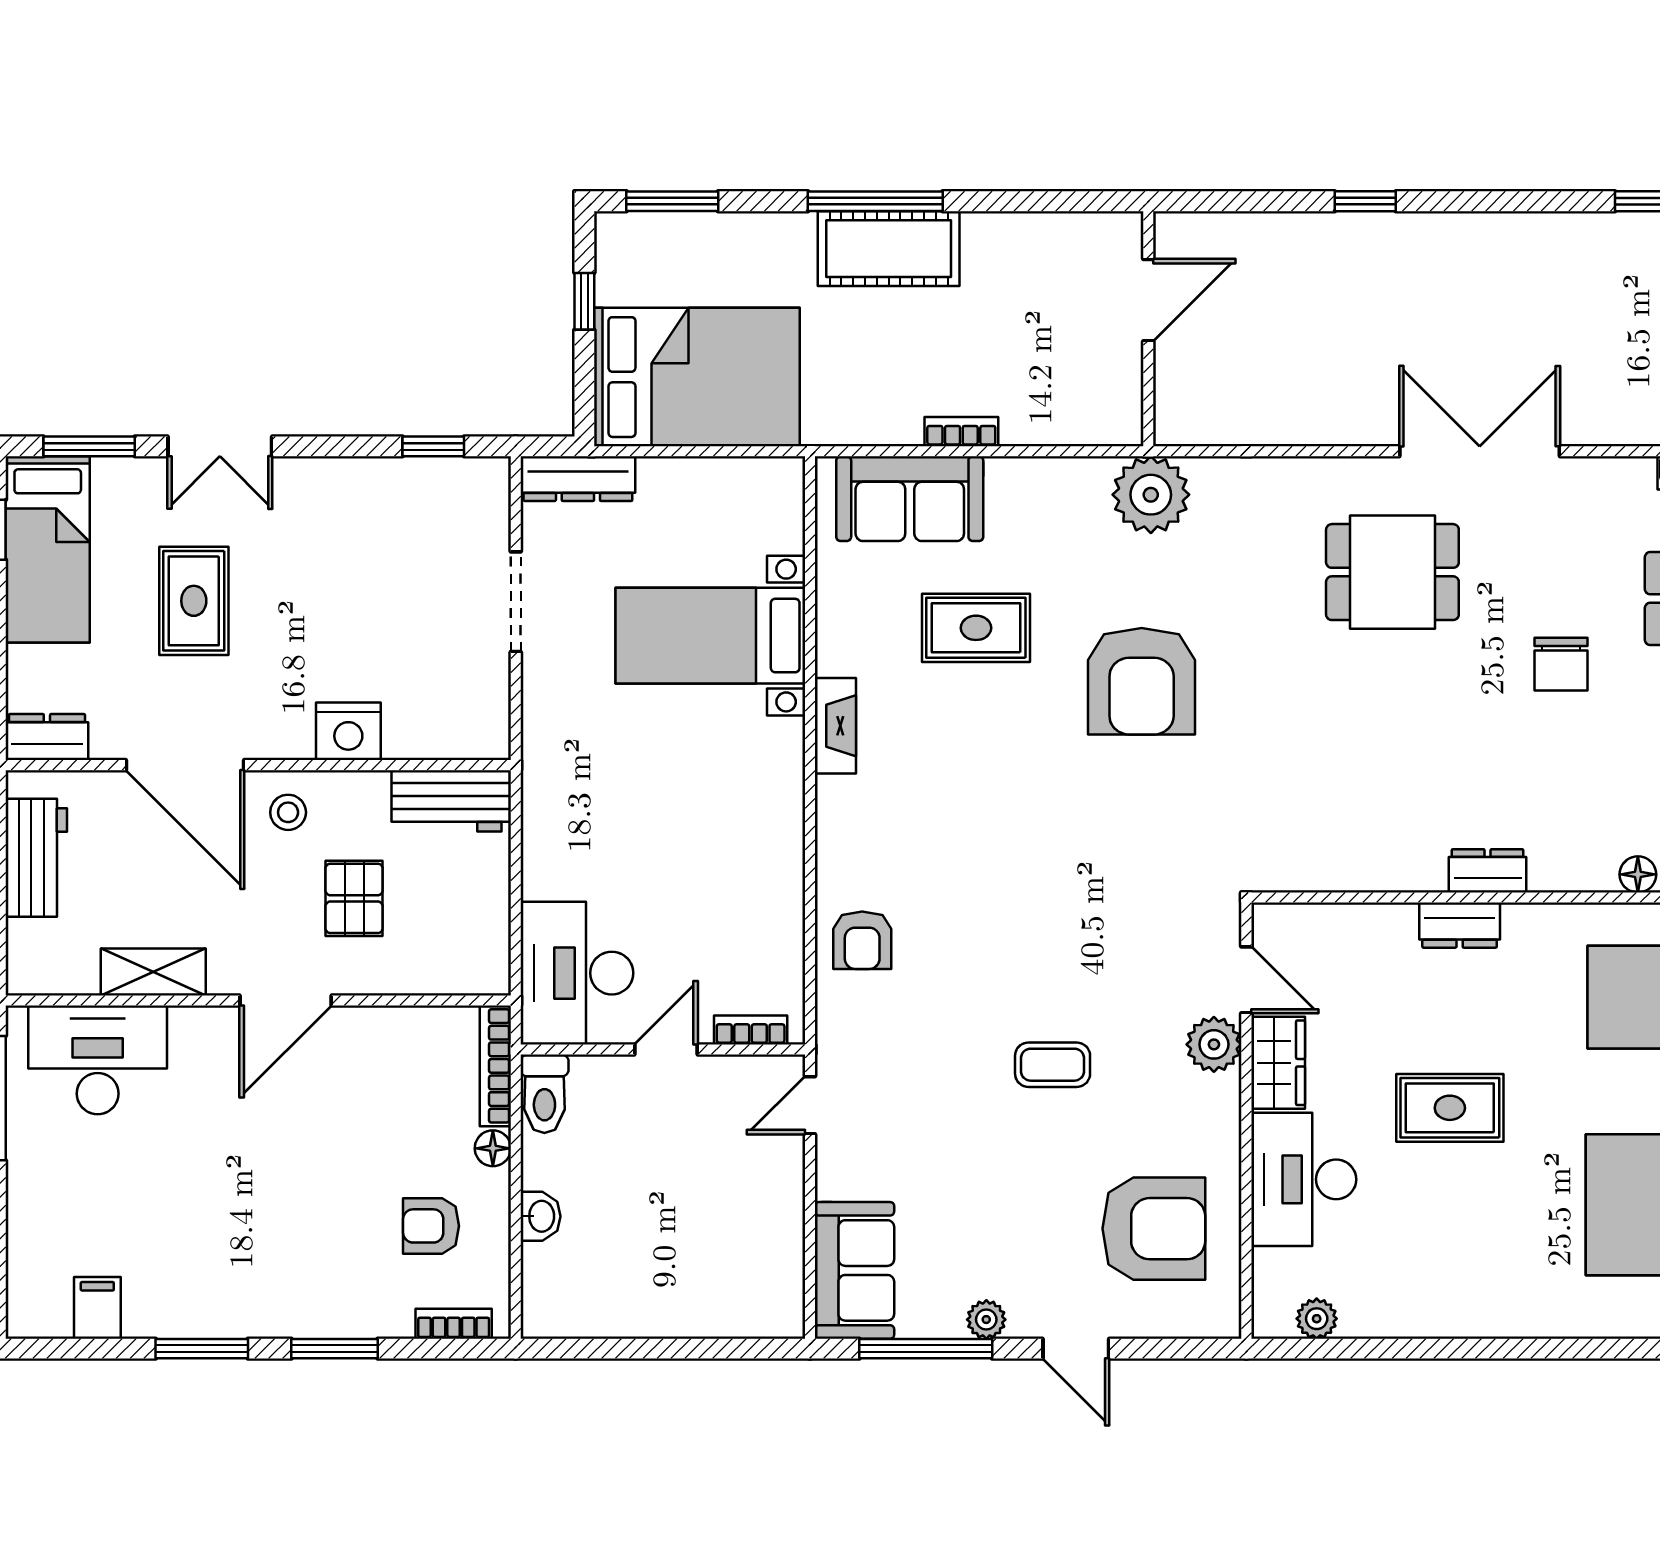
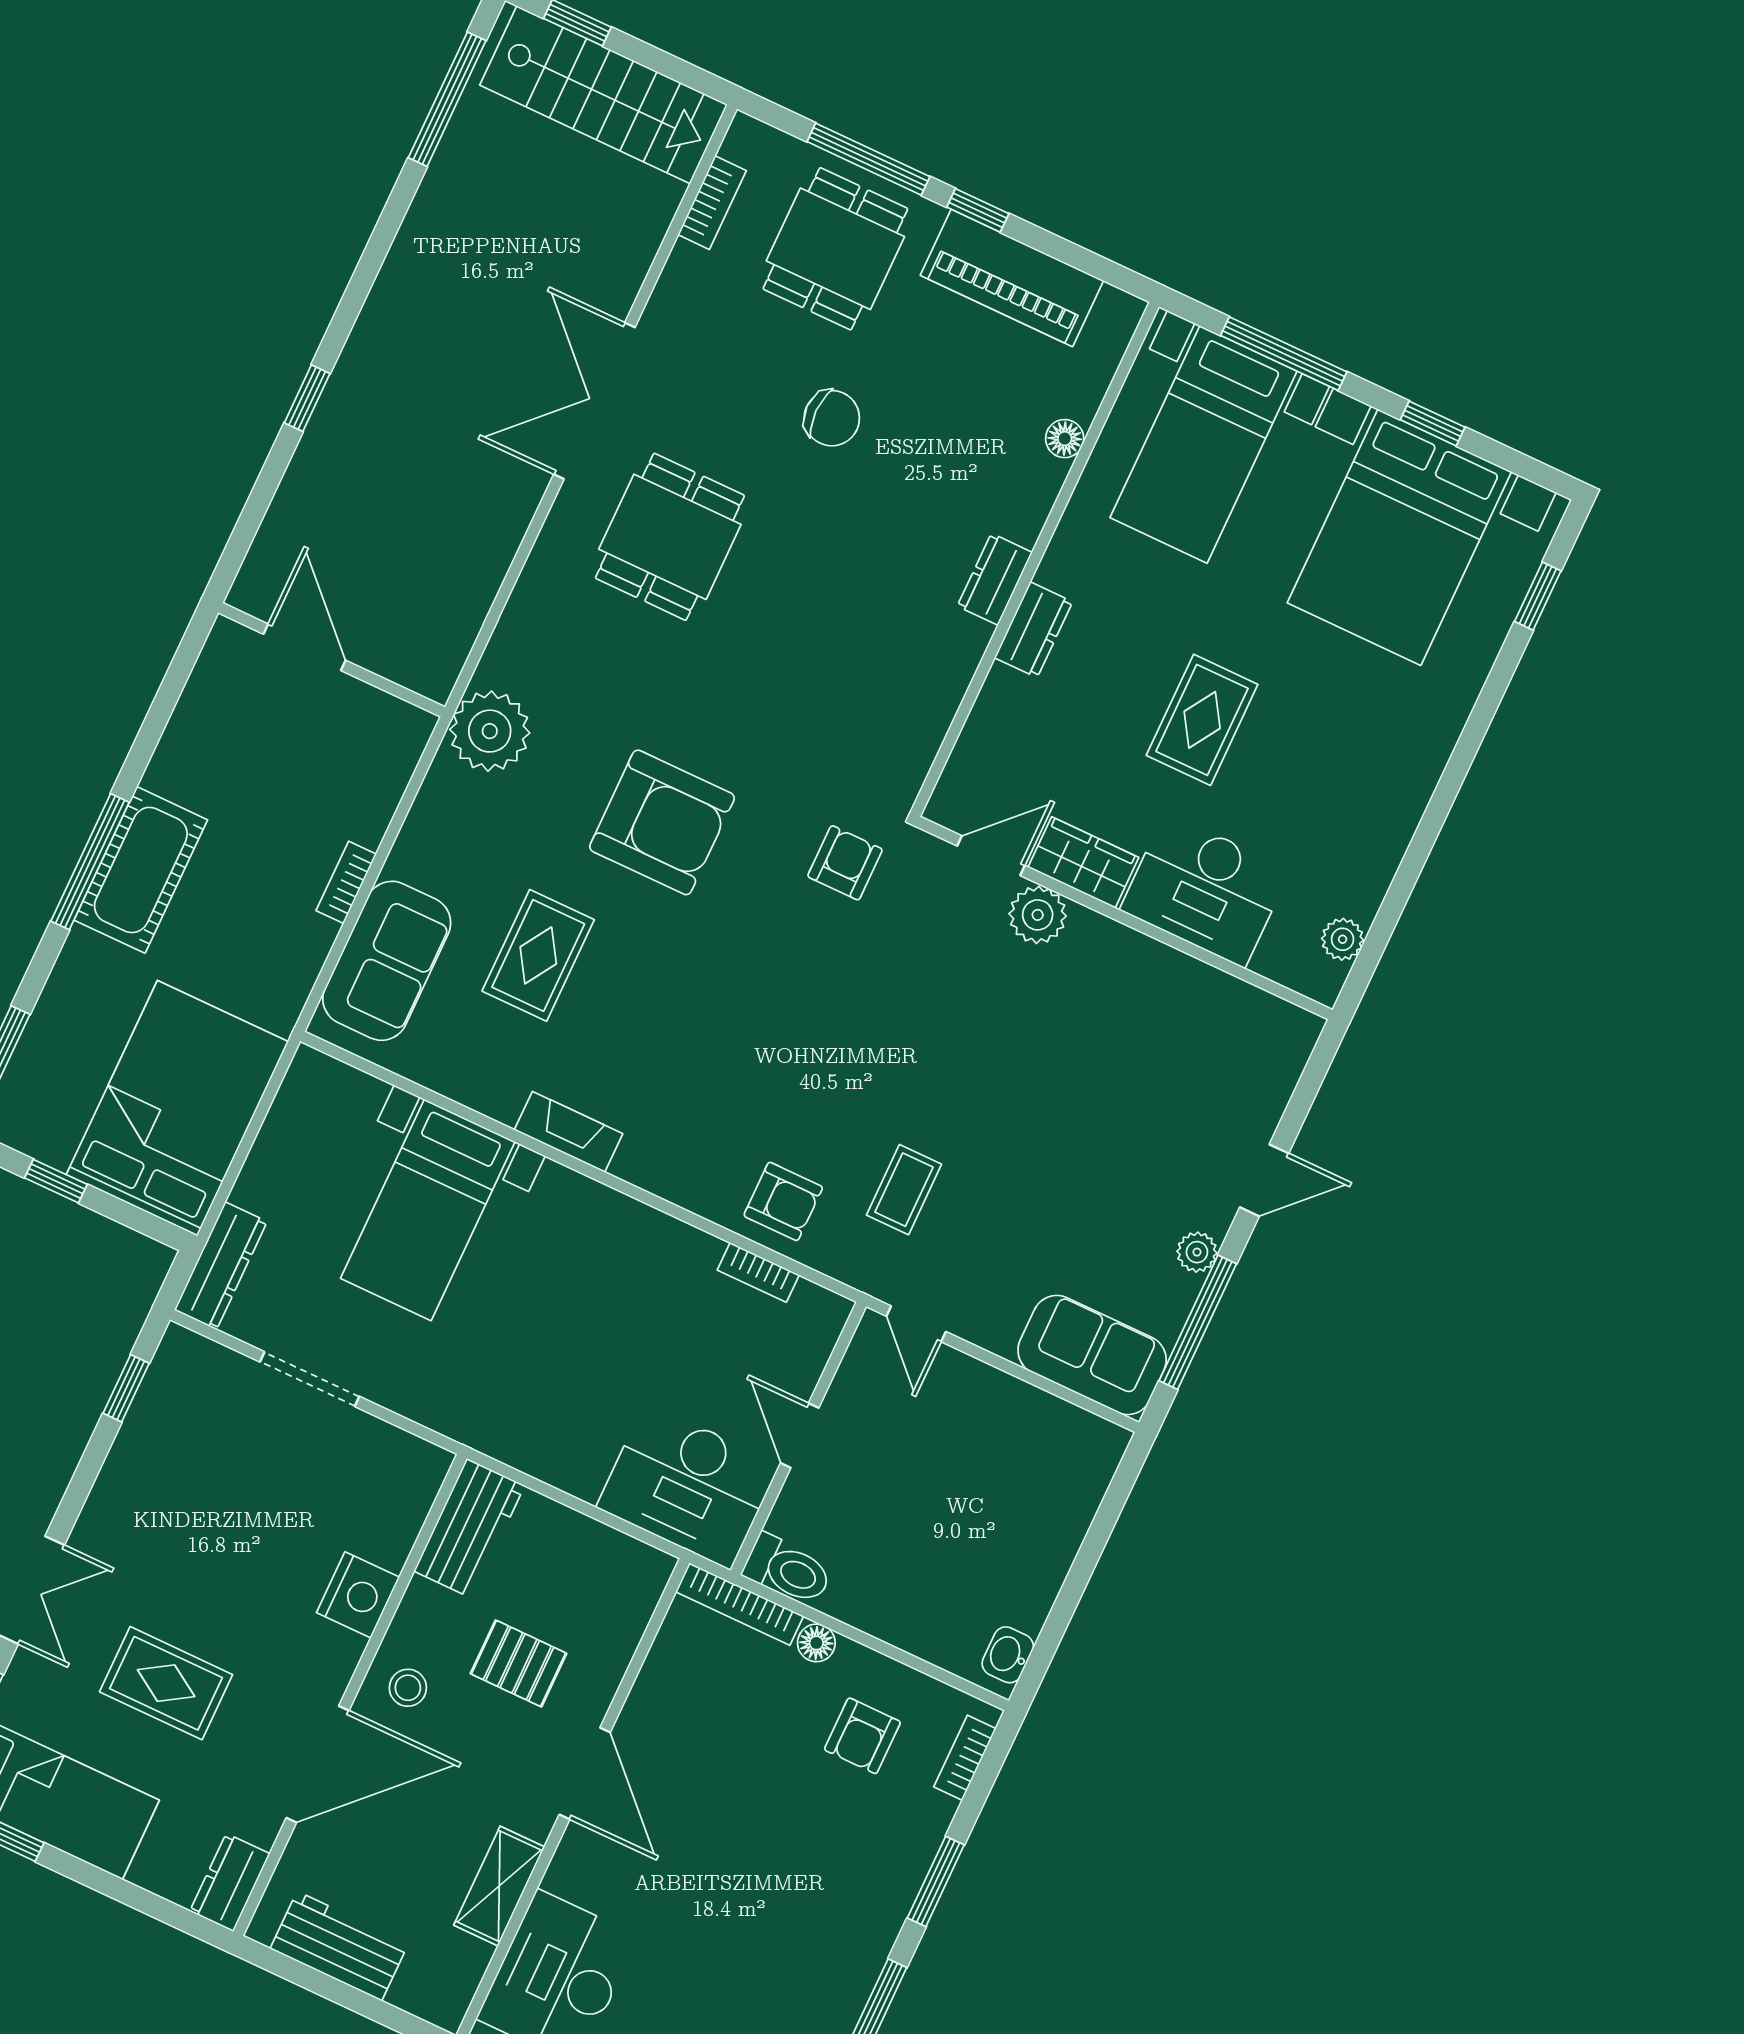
bookcase: (751, 1030) -> (758, 1272), moved, turned -90
coffee table: (1053, 1065) -> (904, 1190), moved
washbasin: (540, 1216) -> (1008, 1655), moved, turned -90
armchair: (1154, 1229) -> (845, 863), moved, width x0.53, depth x0.53

